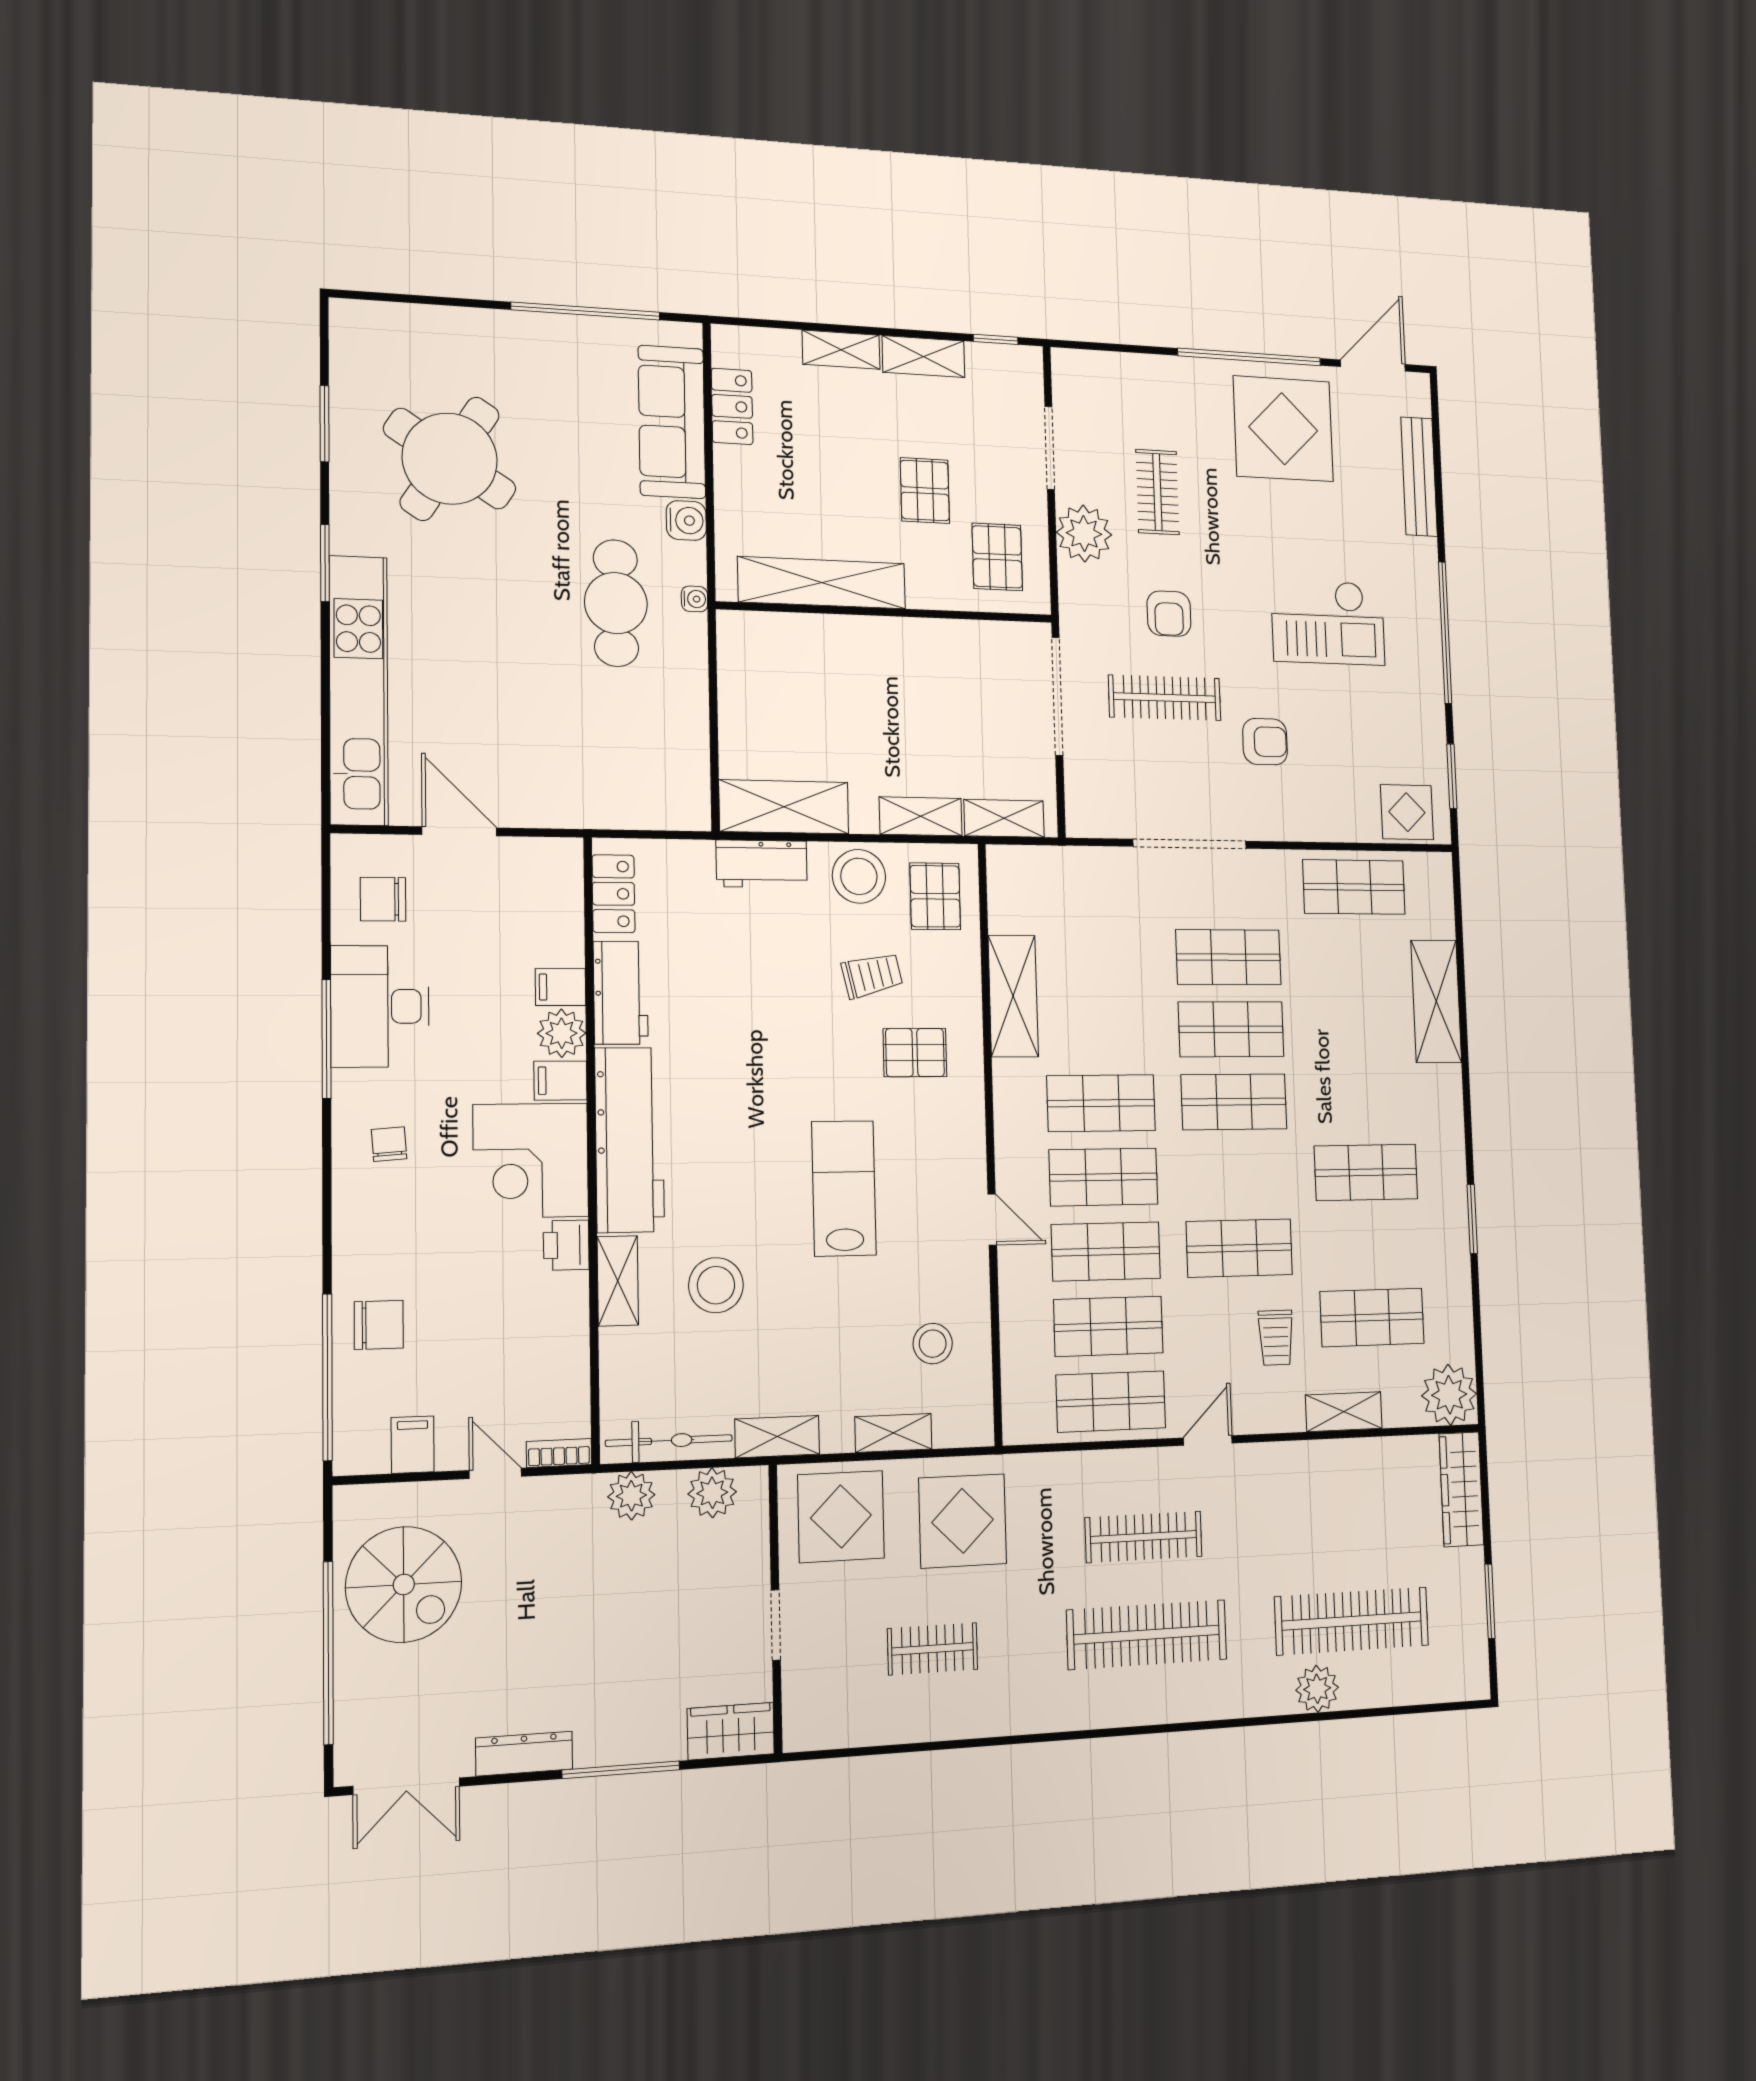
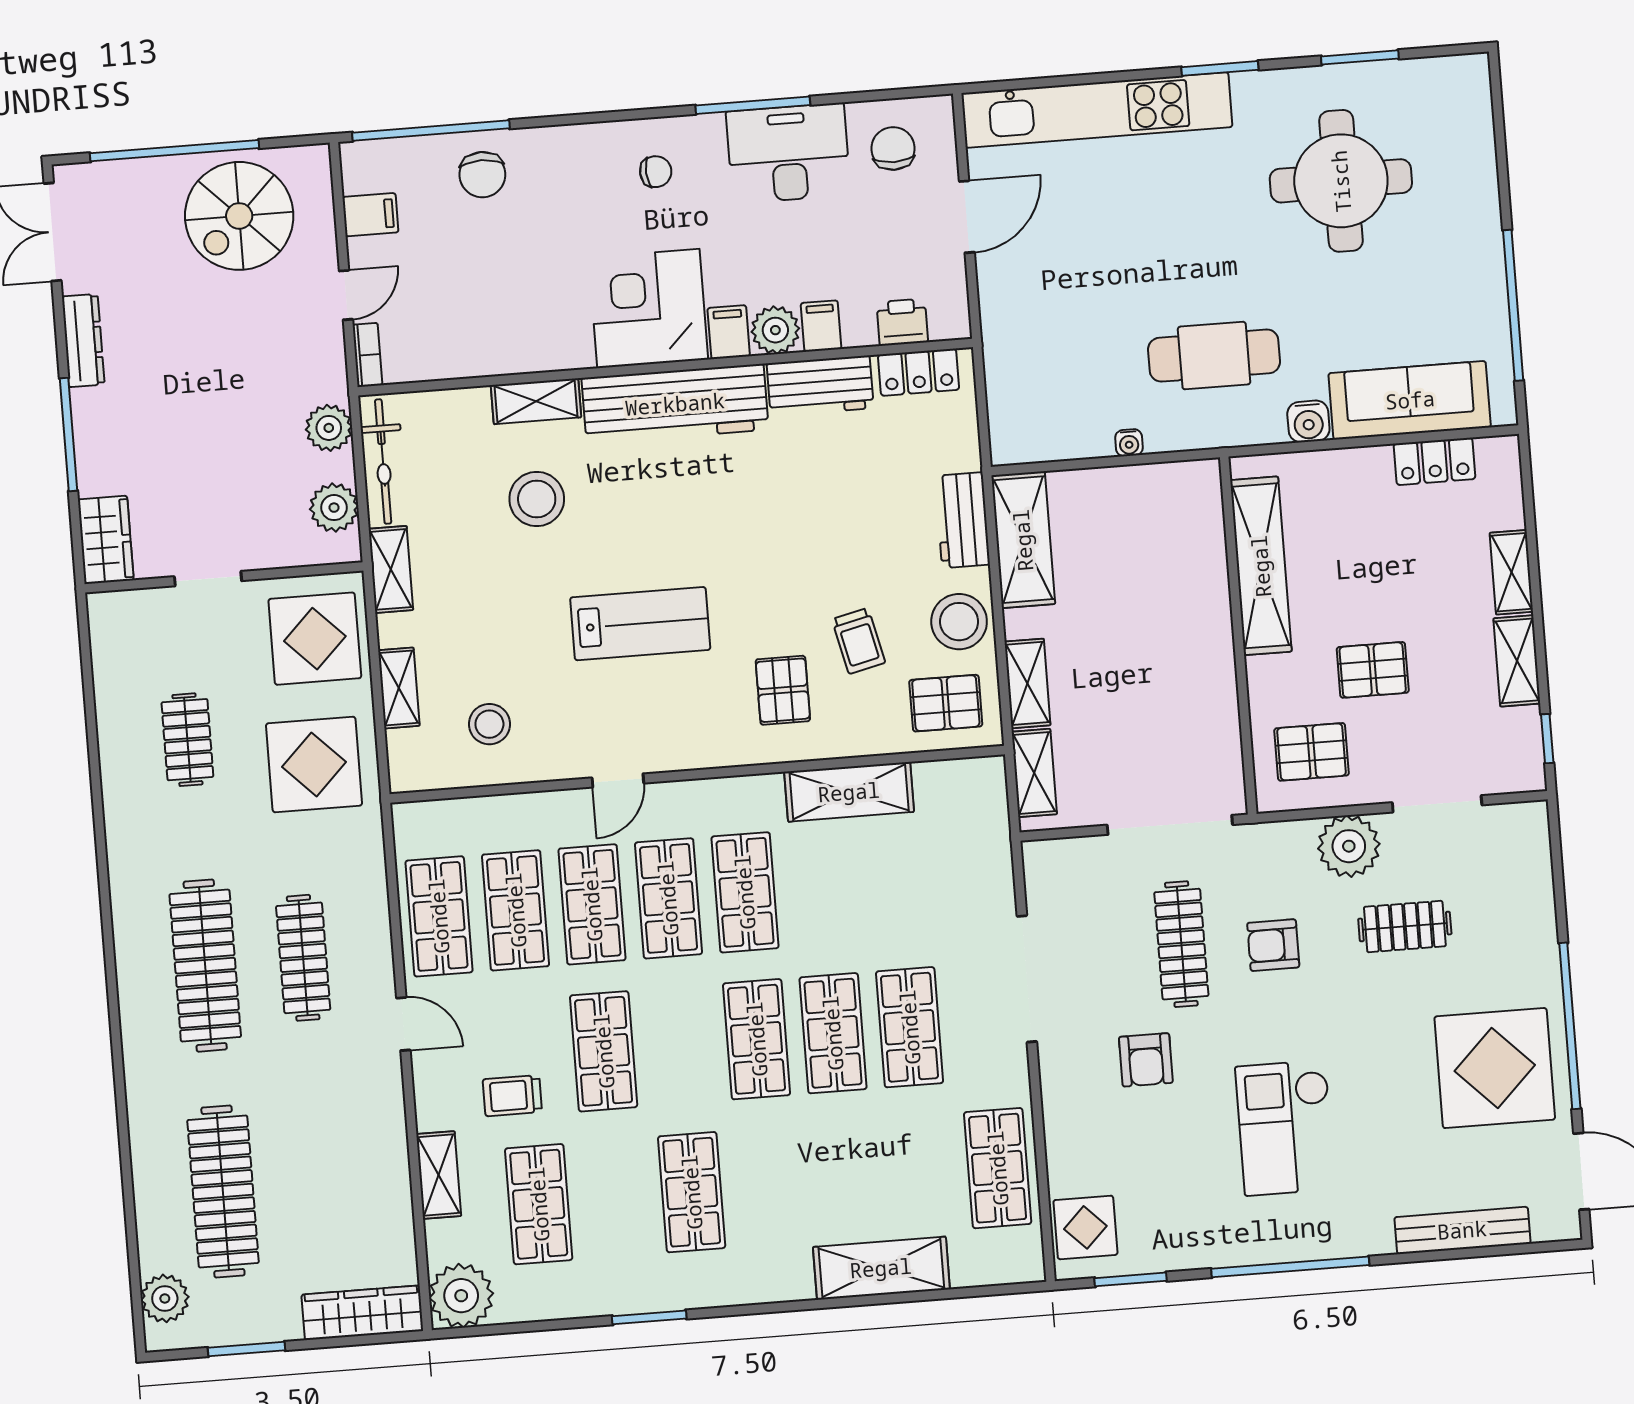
round table: (450, 459) -> (1341, 181), turned -33
water cooler: (694, 599) -> (1129, 443), moved
printer: (566, 1245) -> (902, 322), moved
plant: (1317, 1689) -> (165, 1298), moved

